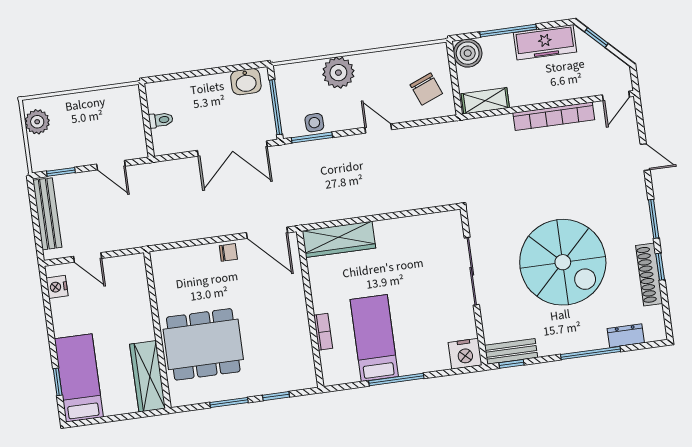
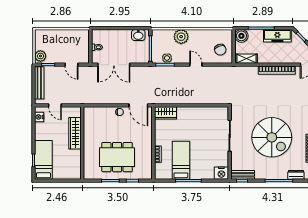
plant: (37, 122) -> (40, 56), moved
double door: (232, 148) -> (114, 65), moved
wardrobe: (339, 239) -> (165, 113), width x0.67
dining table: (203, 344) -> (117, 157), moved
wardrobe: (148, 376) -> (75, 133), moved

